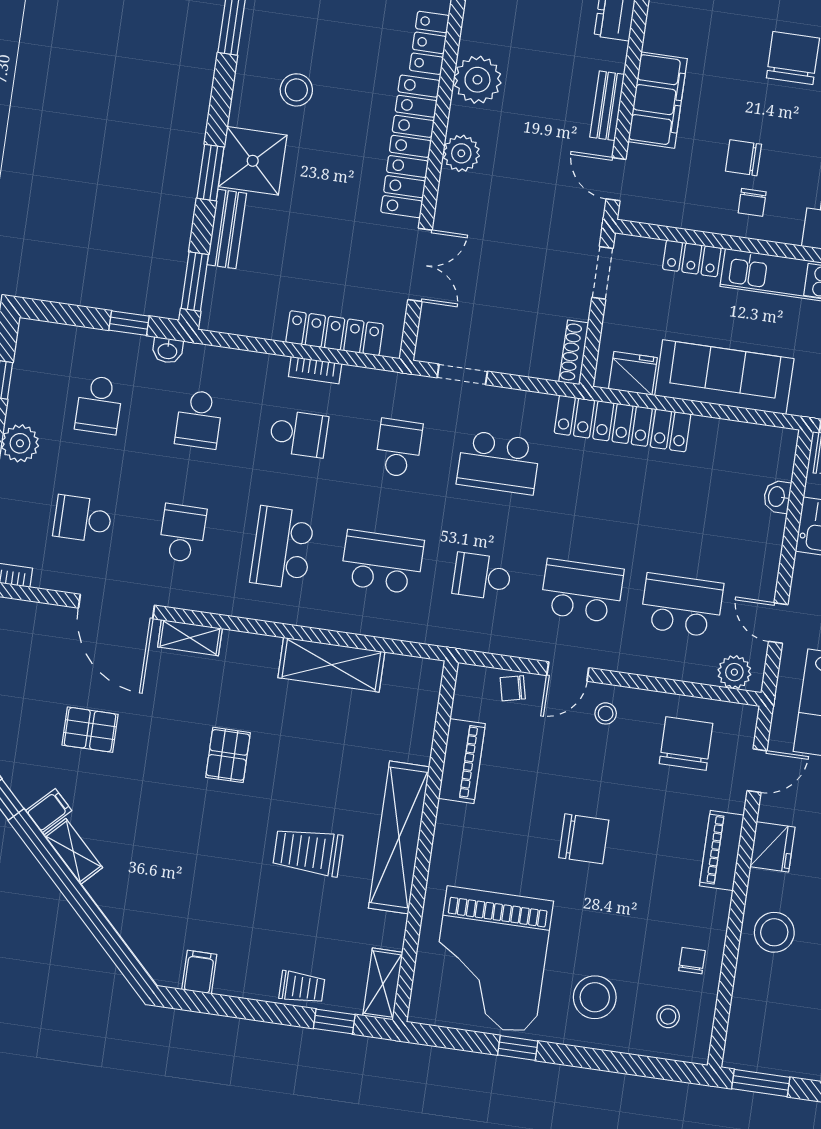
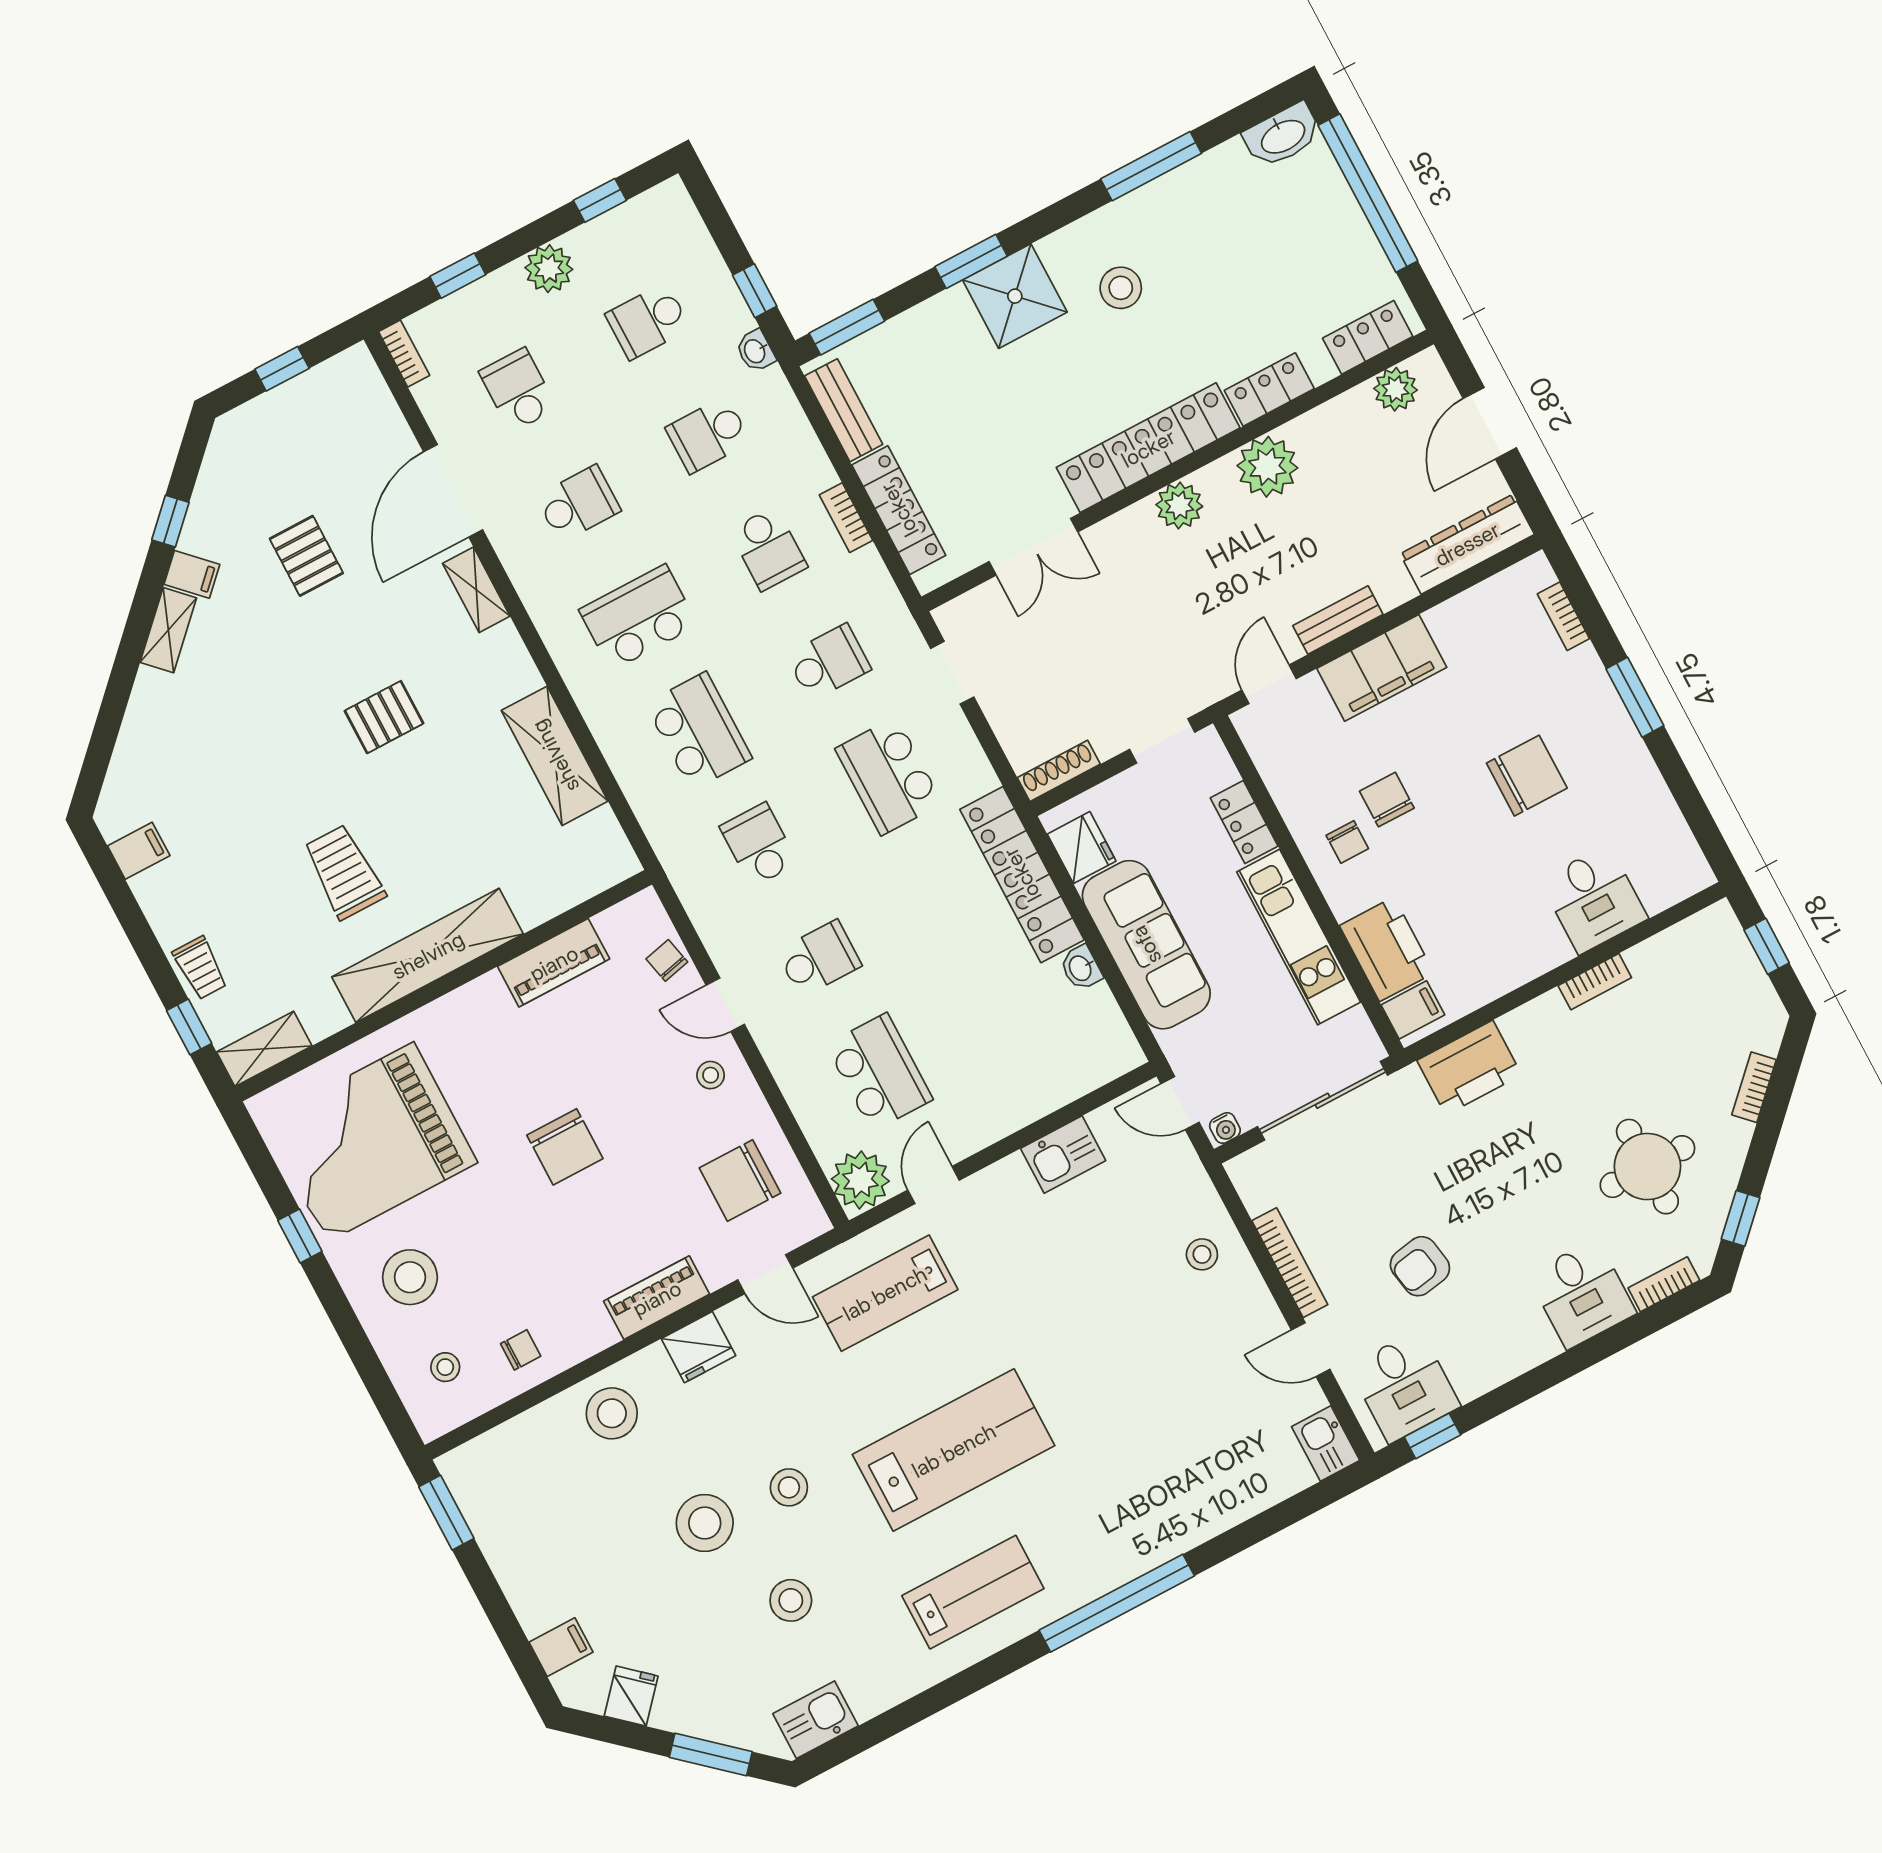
chair: (752, 202) -> (1347, 842), turned -90
bench: (227, 229) -> (844, 410), moved, turned 90
washbasin: (777, 497) -> (1081, 968), moved, turned -90
school desk: (582, 591) -> (819, 958), width x0.54
plant: (734, 672) -> (860, 1180), width x1.36, depth x1.36
chair: (686, 744) -> (740, 1181), turned 180

